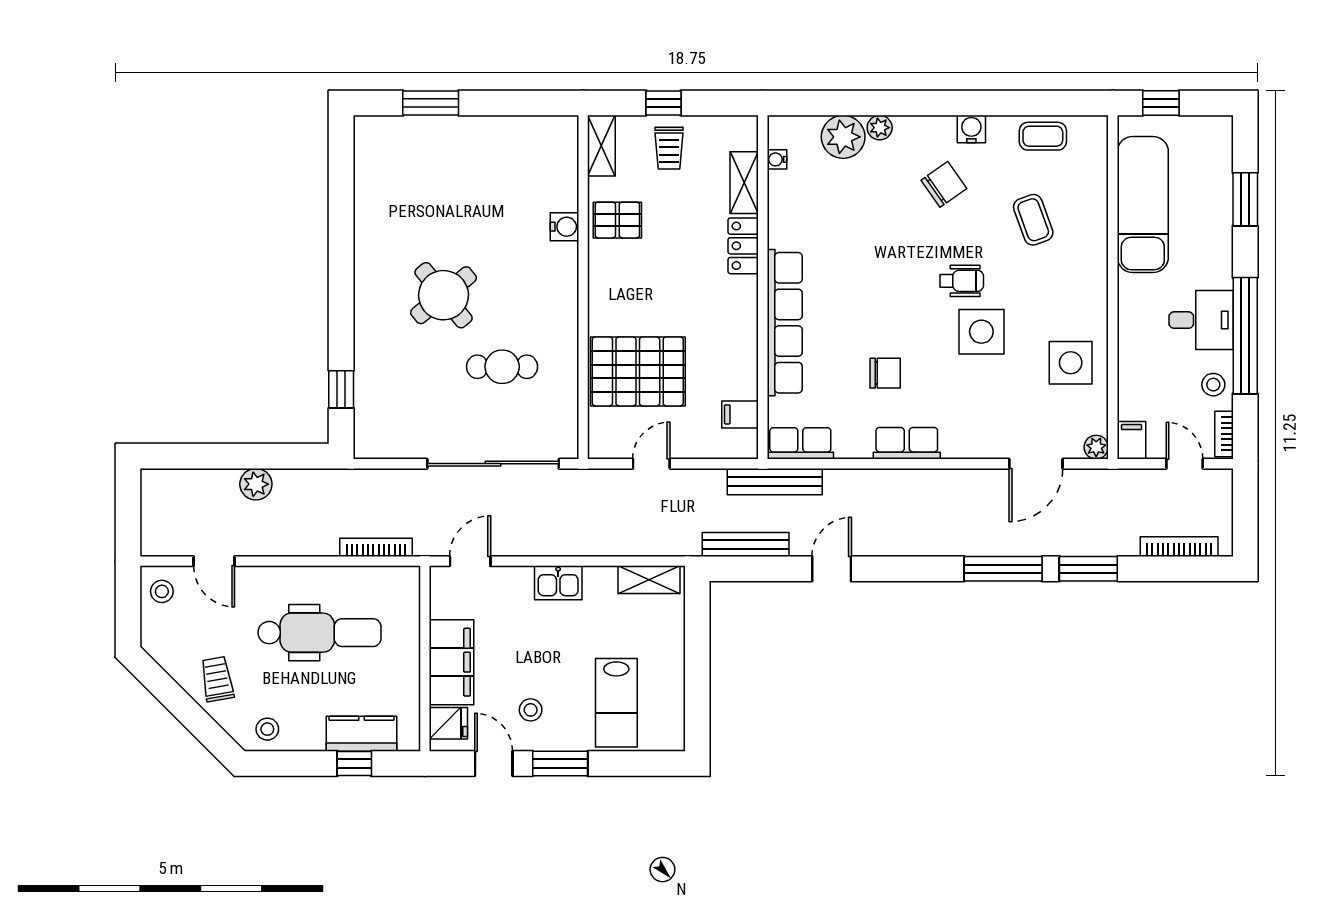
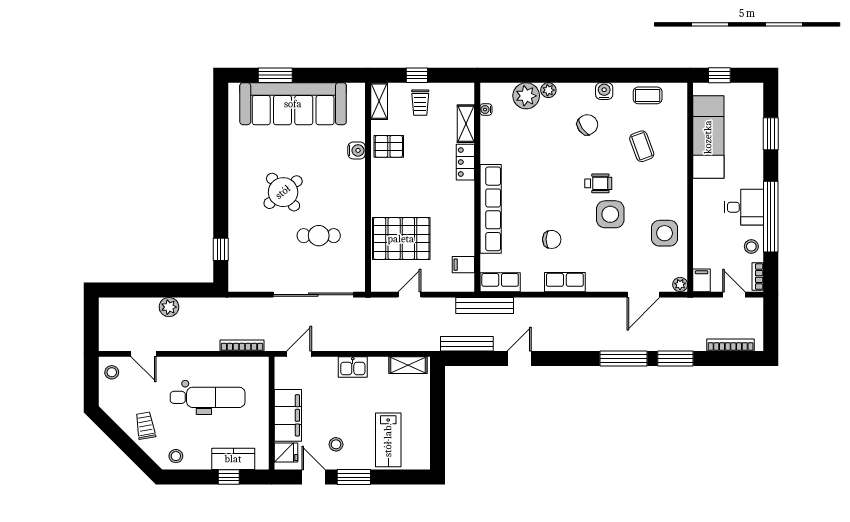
sofa: (460, 150) -> (293, 104), added

